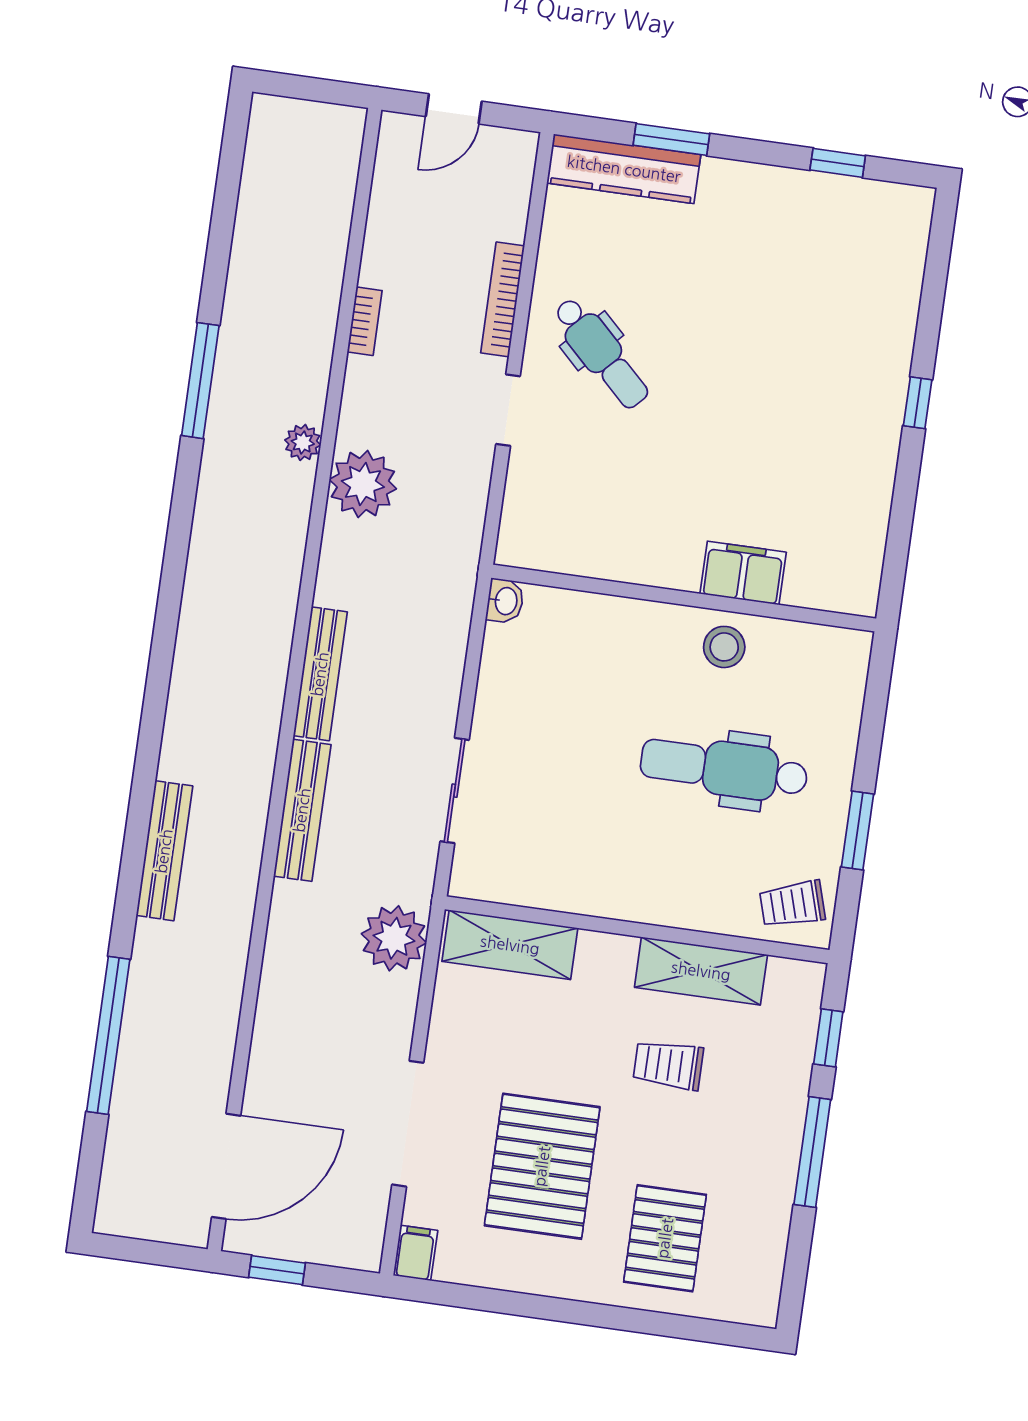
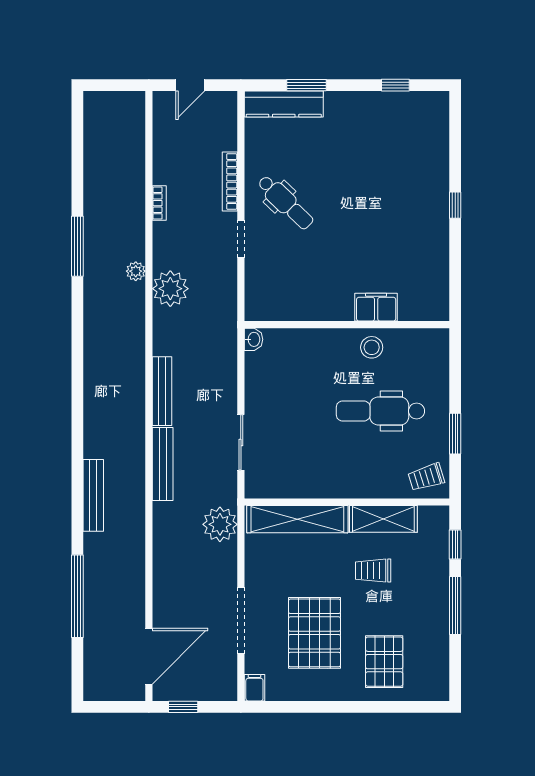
shelving: (510, 945) -> (297, 519), width x1.47

